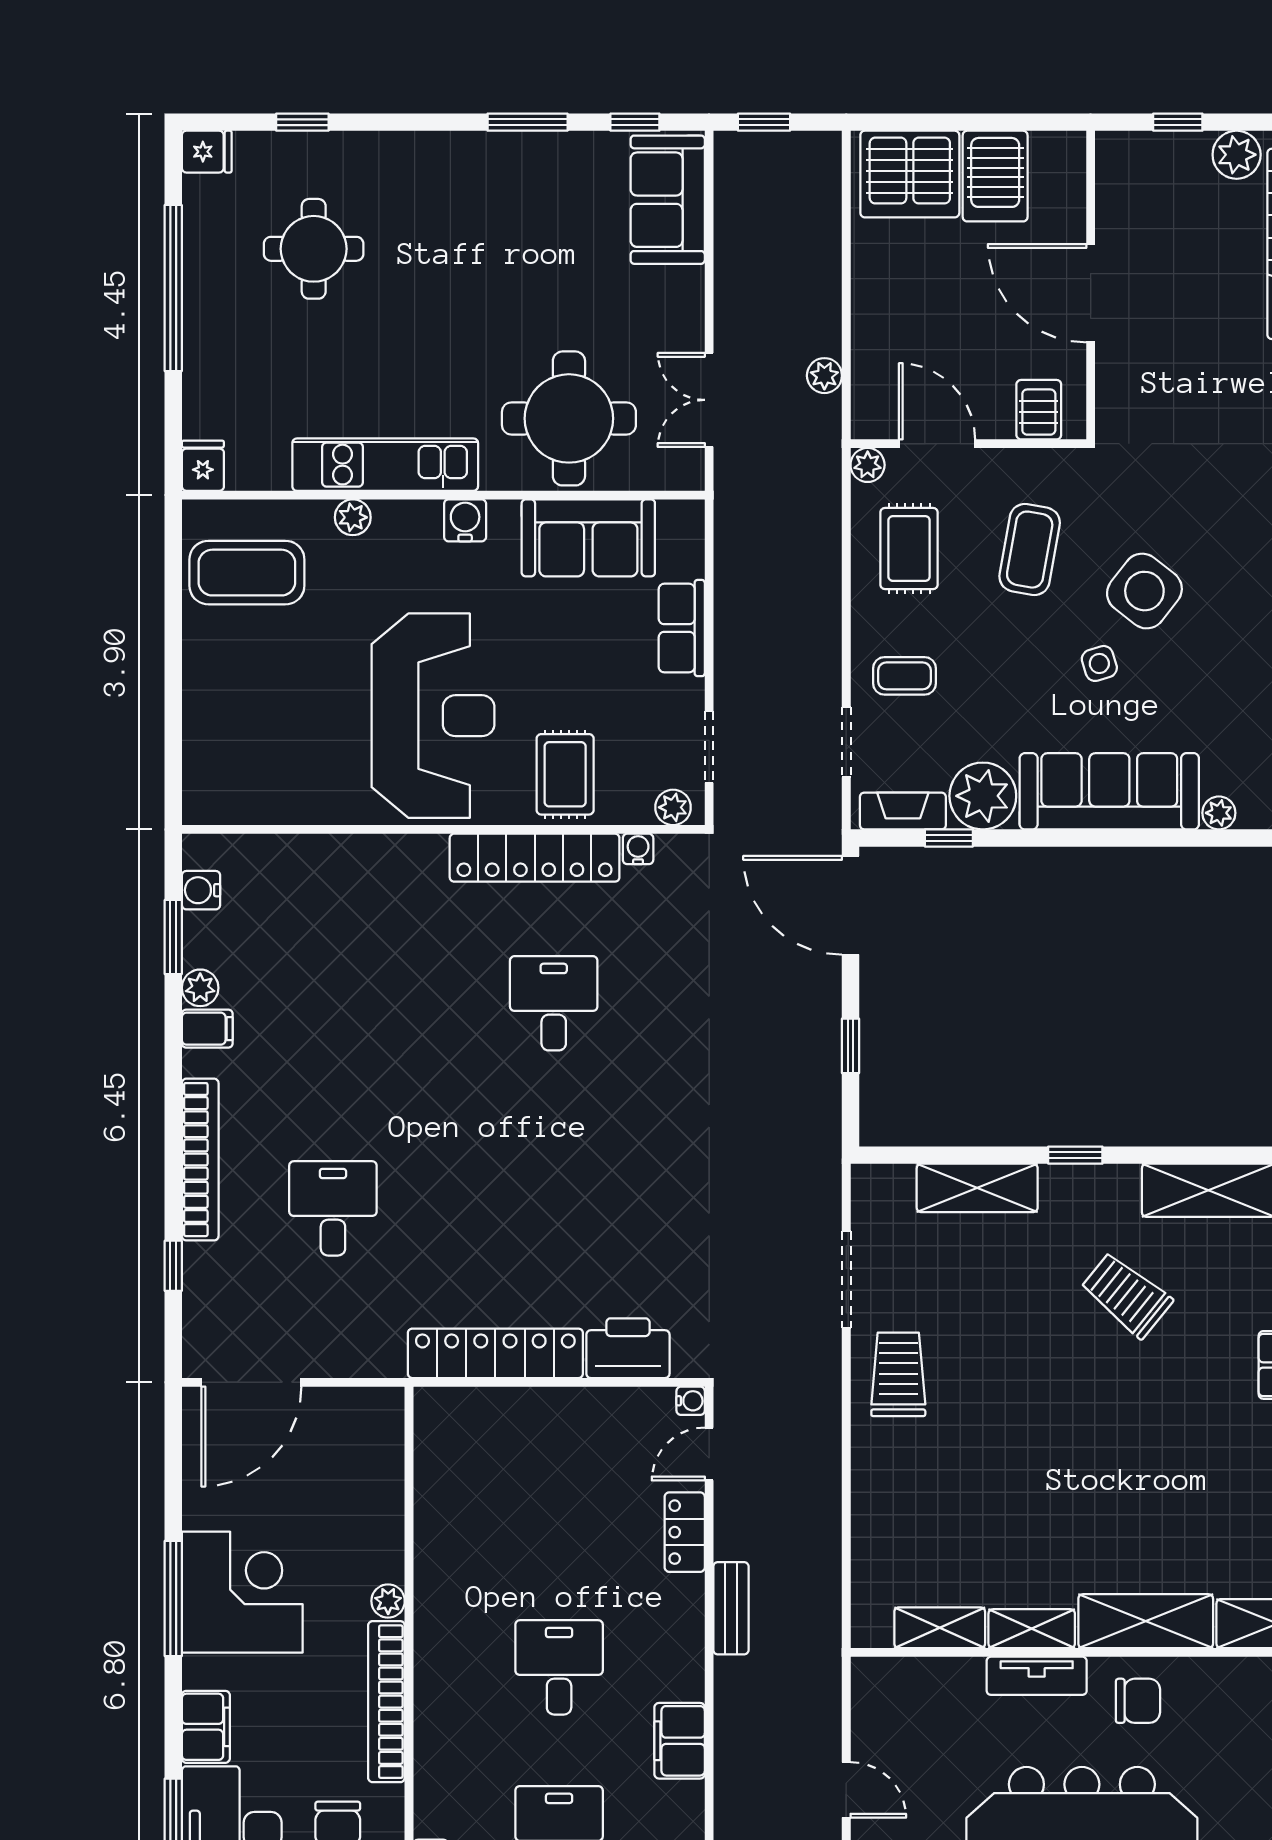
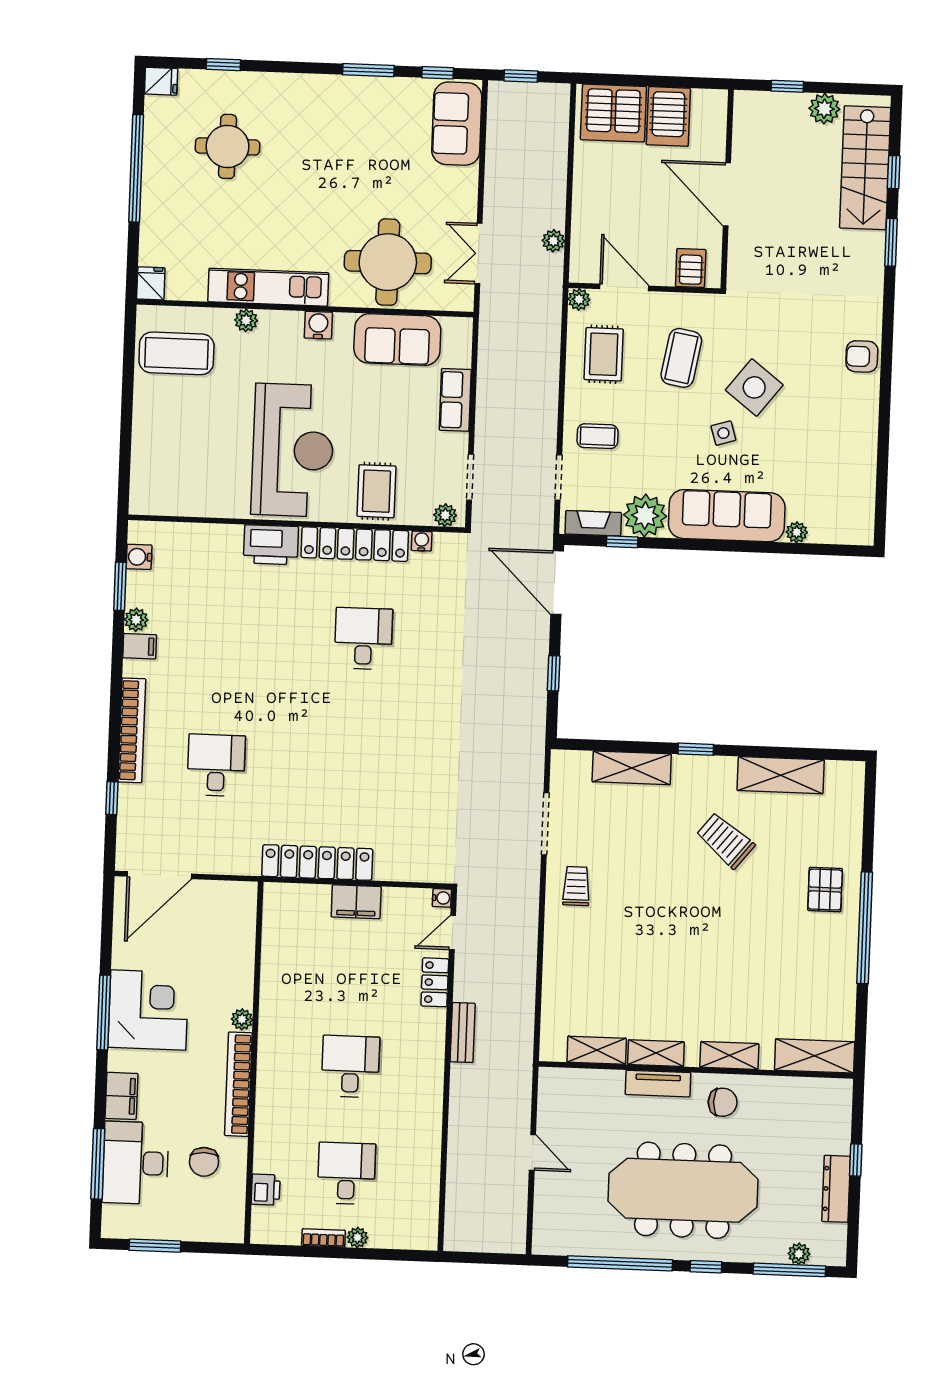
printer: (628, 1348) -> (271, 545), moved, turned 180
trolley: (898, 1374) -> (576, 886), width x0.73, depth x0.72
shelving: (1146, 1621) -> (729, 1055), width x0.67, depth x0.75
filing cabinet: (680, 1741) -> (356, 902), moved, turned -90

